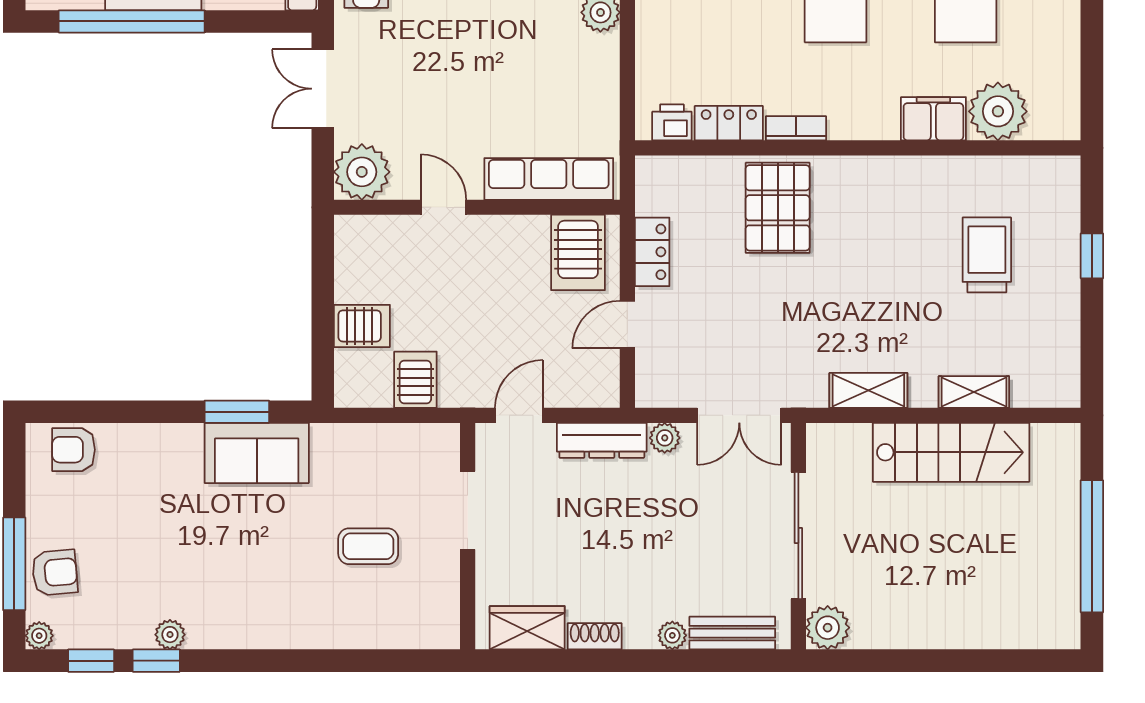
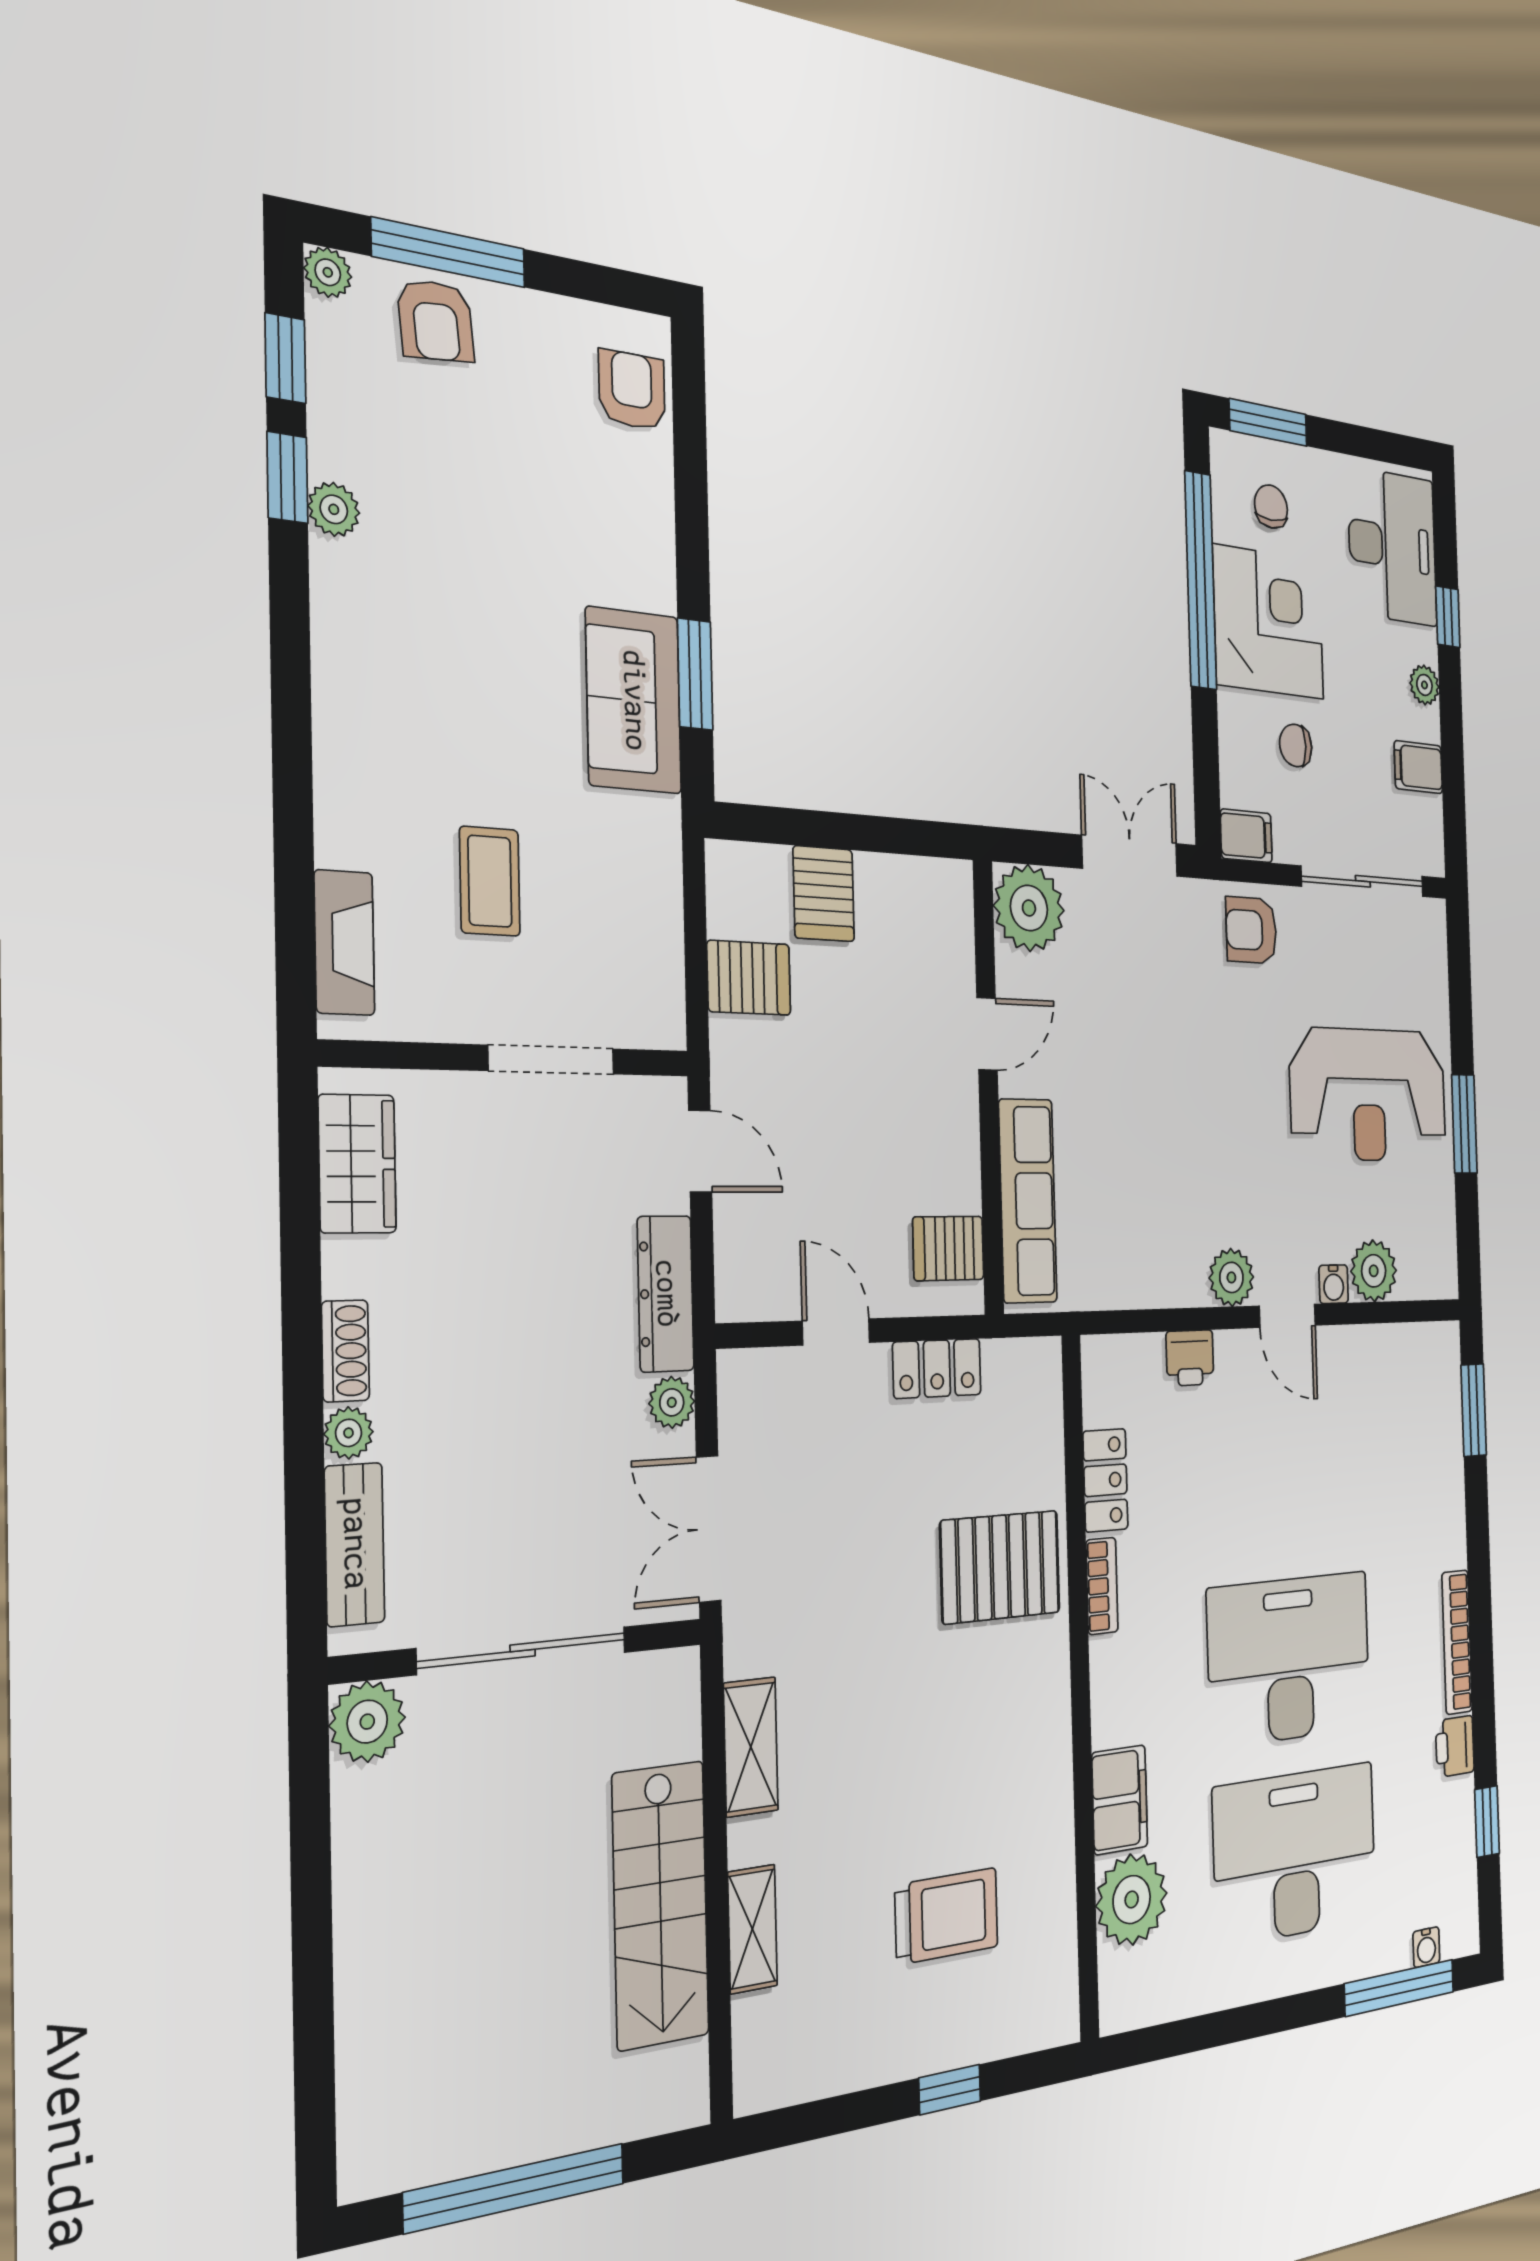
printer: (672, 122) -> (1190, 1358), moved, turned 90
server rack: (578, 252) -> (948, 1248), width x0.73, depth x0.70
fireplace: (407, 633) -> (344, 943), added
shoe rack: (595, 636) -> (345, 1351), moved

